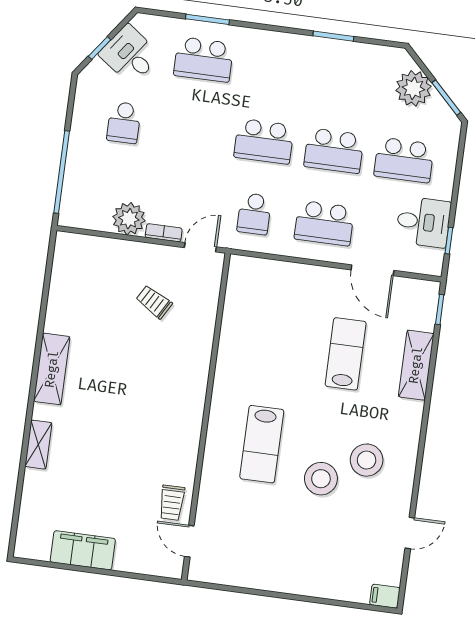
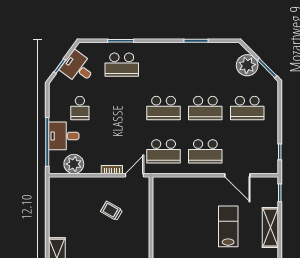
school desk: (254, 214) -> (164, 151), width x1.85
plant: (129, 219) -> (74, 164), moved
desk: (423, 222) -> (64, 136), moved, turned 180

